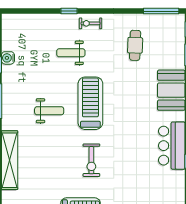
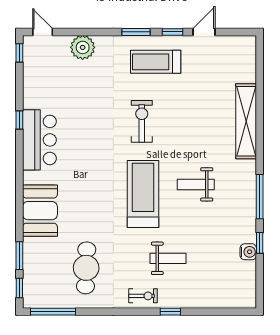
cafe table: (135, 45) -> (86, 268), width x1.37, depth x1.35
treadmill: (90, 103) -> (143, 194), turned 180

